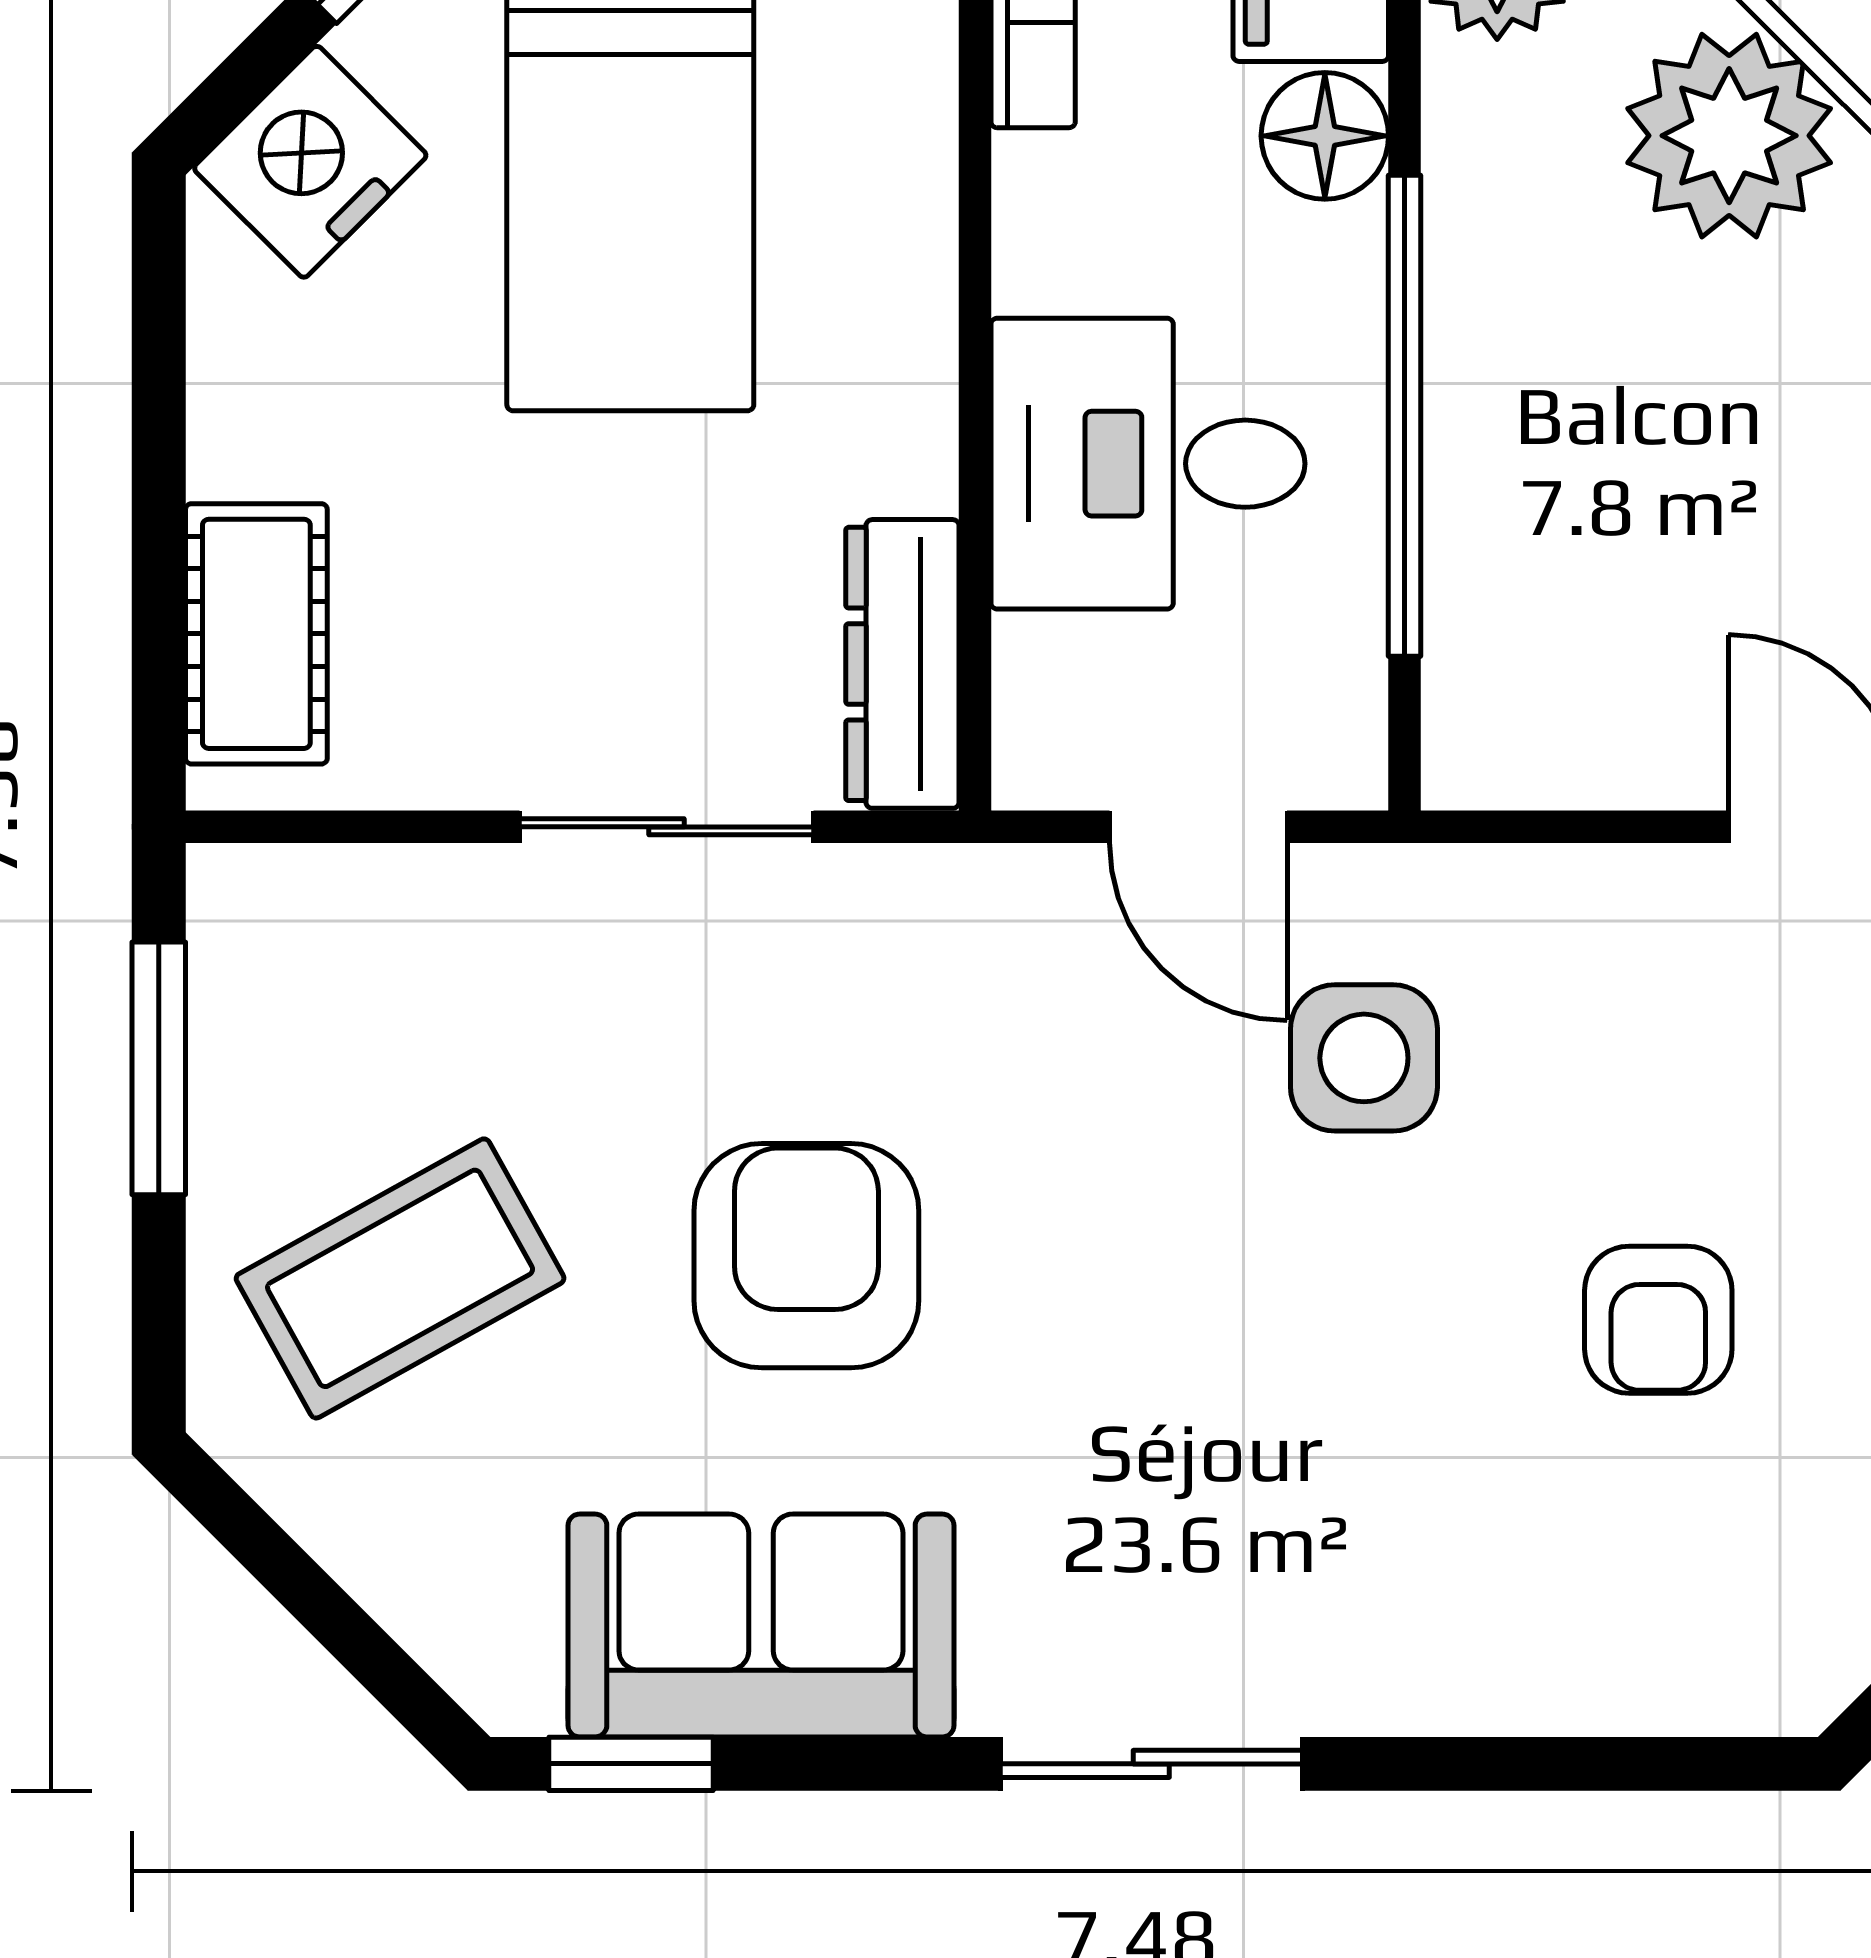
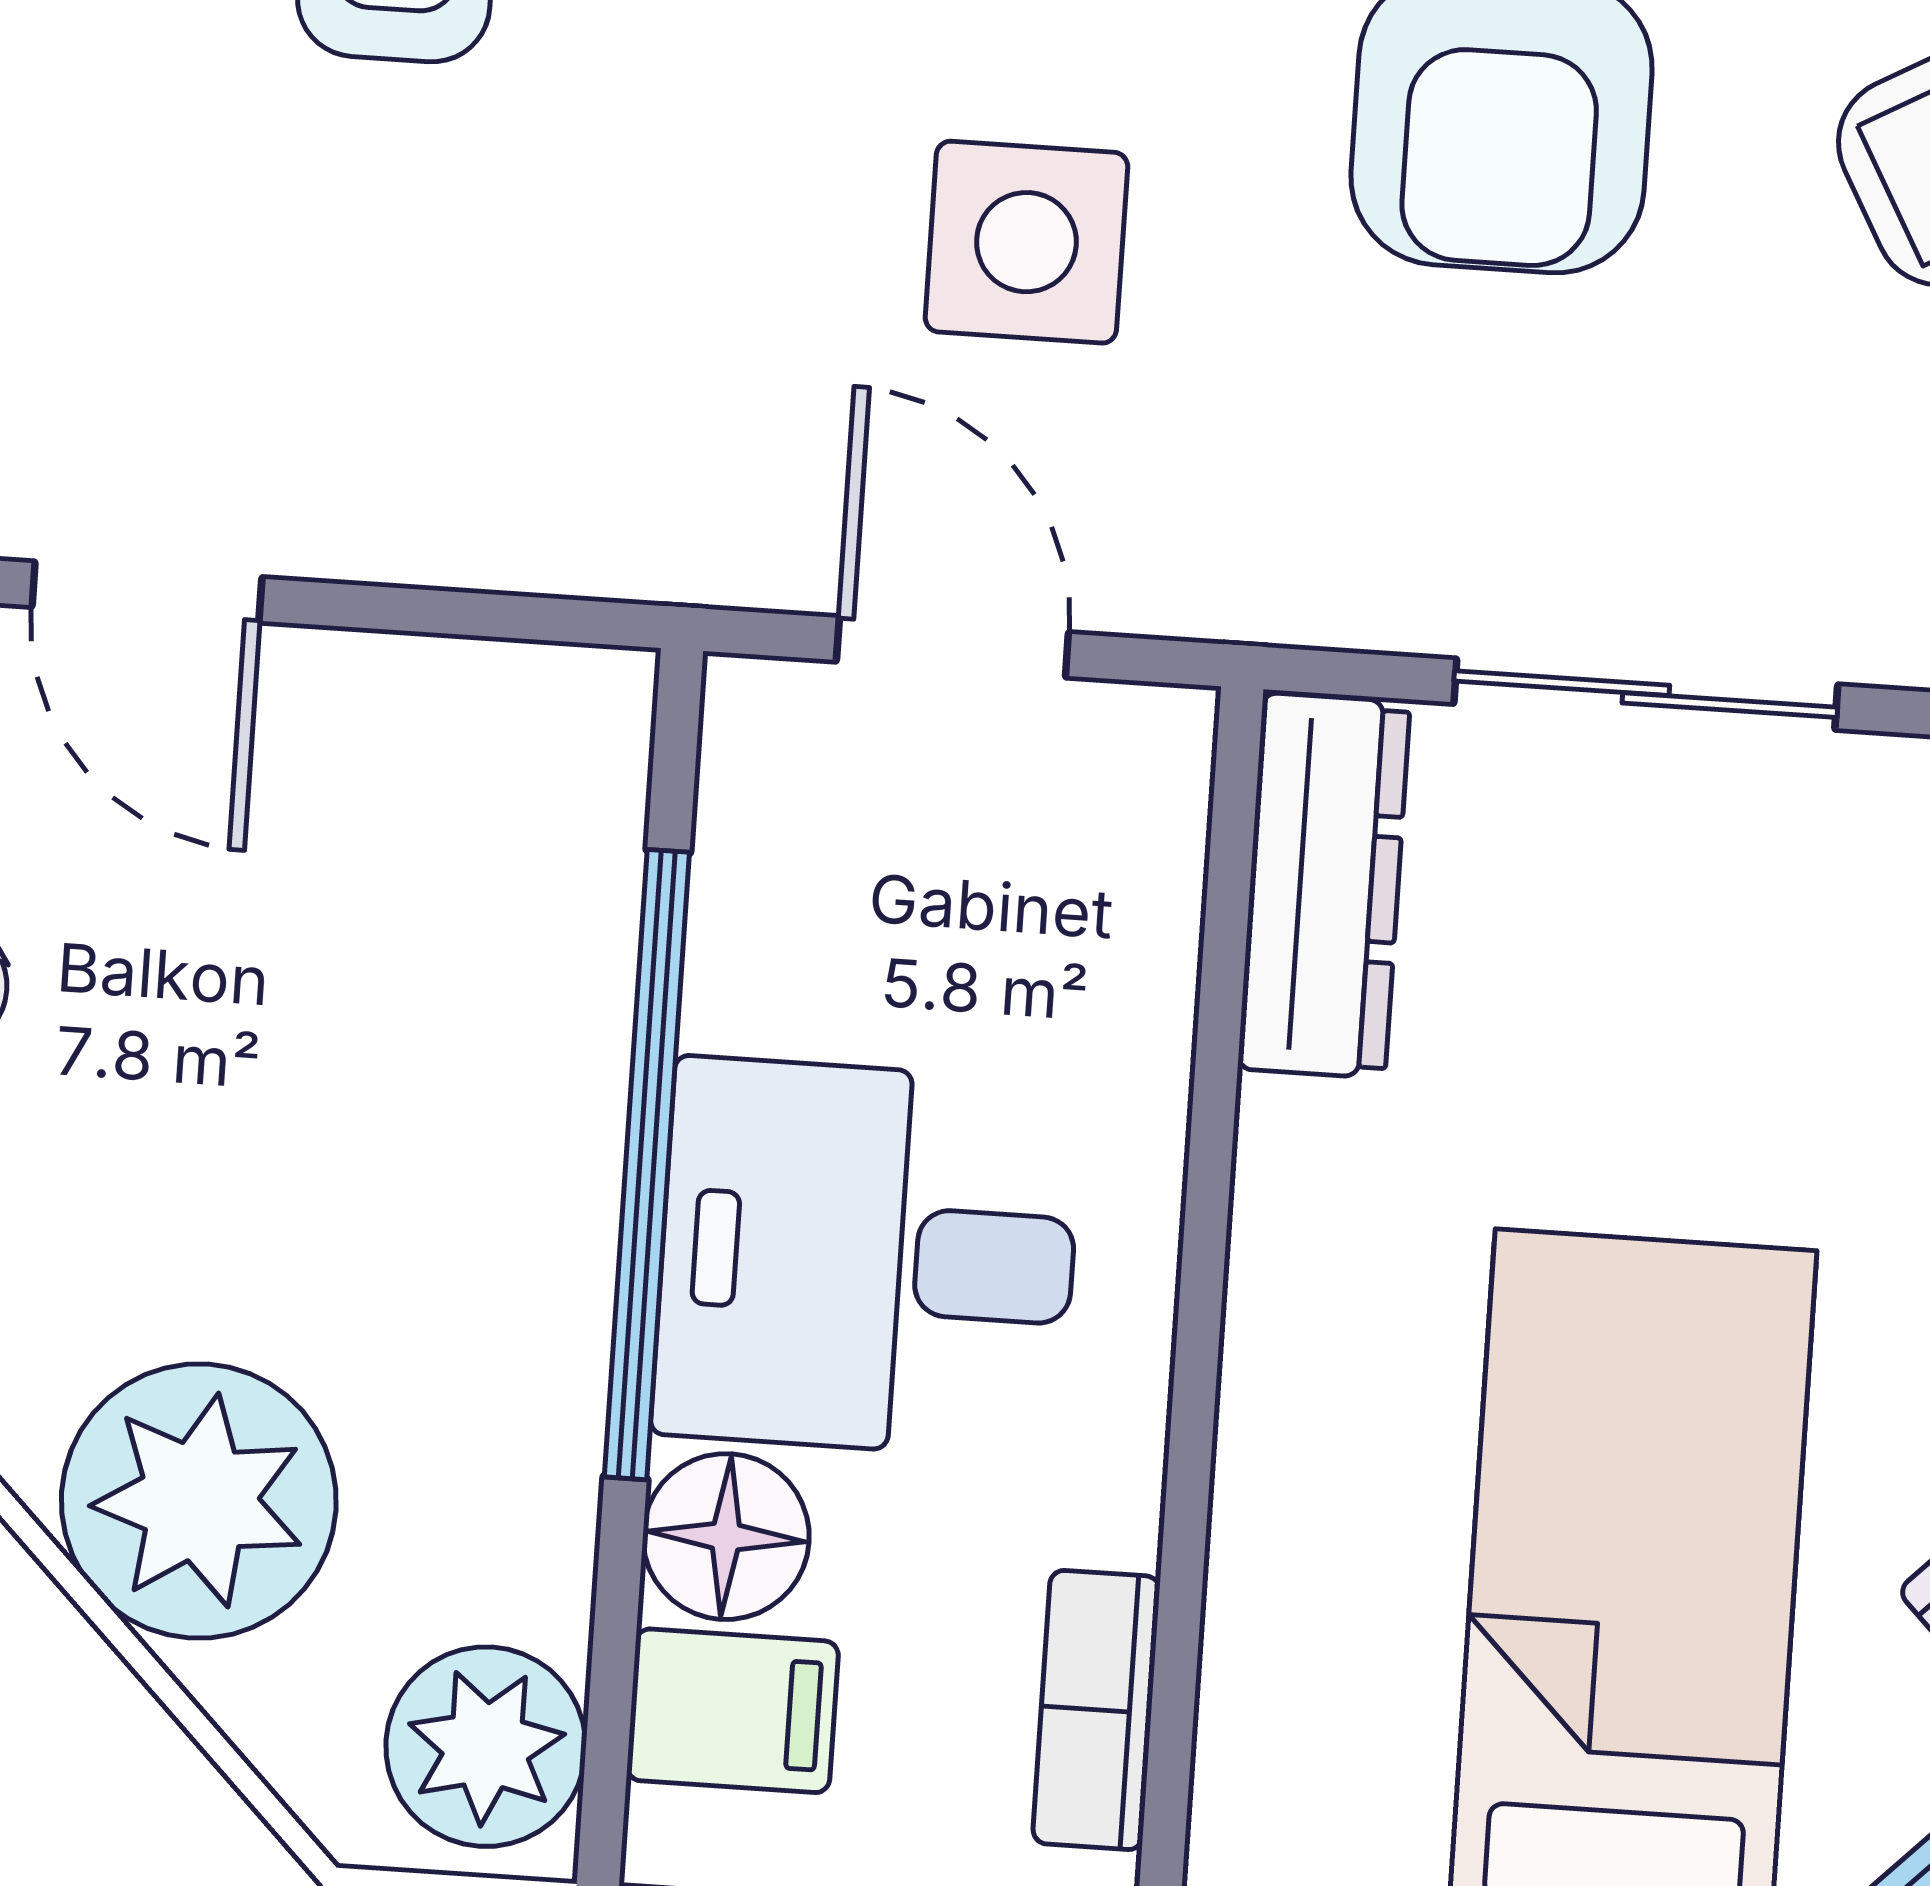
desk: (1148, 464) -> (867, 1258), moved, turned 180
side table: (1364, 1058) -> (1026, 242), moved

